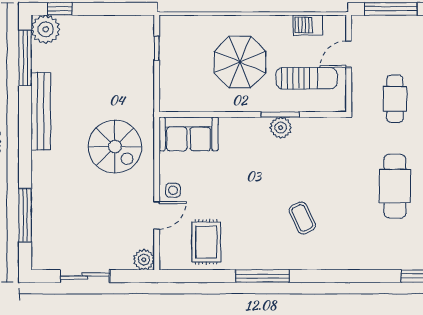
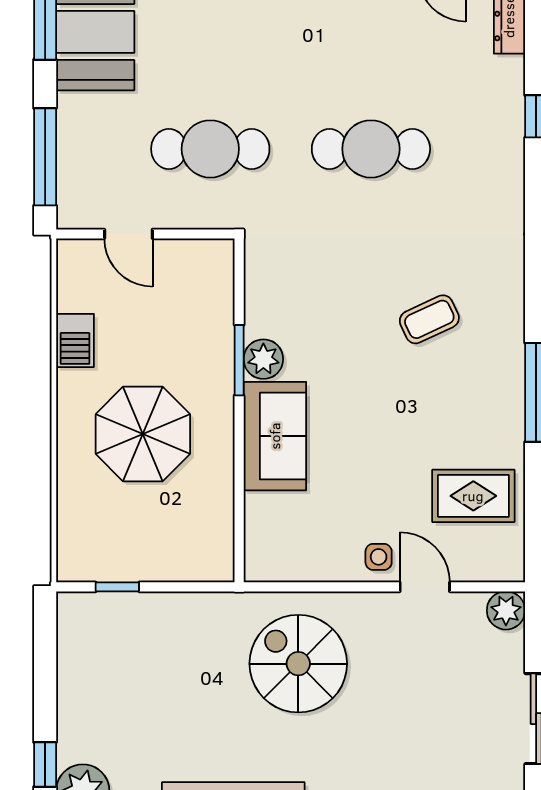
barbecue: (308, 25) -> (75, 340), moved
sun lounger: (307, 78) -> (173, 311), removed
cafe table: (395, 99) -> (210, 149), width x1.37, depth x1.35
sofa: (189, 134) -> (275, 436), moved
spiral stairs: (115, 147) -> (298, 664), turned -90

